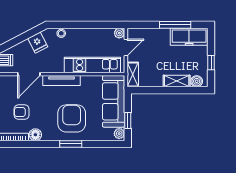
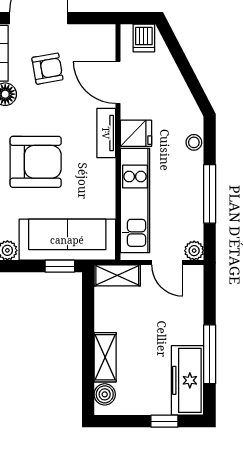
window: (89, 25) -> (210, 194), added
fridge: (38, 43) -> (136, 133), moved, turned -153
window: (211, 63) -> (164, 421), moved
tv unit: (62, 80) -> (106, 133), width x0.71
armchair: (22, 112) -> (47, 69), turned 80
window: (128, 121) -> (60, 266), moved

